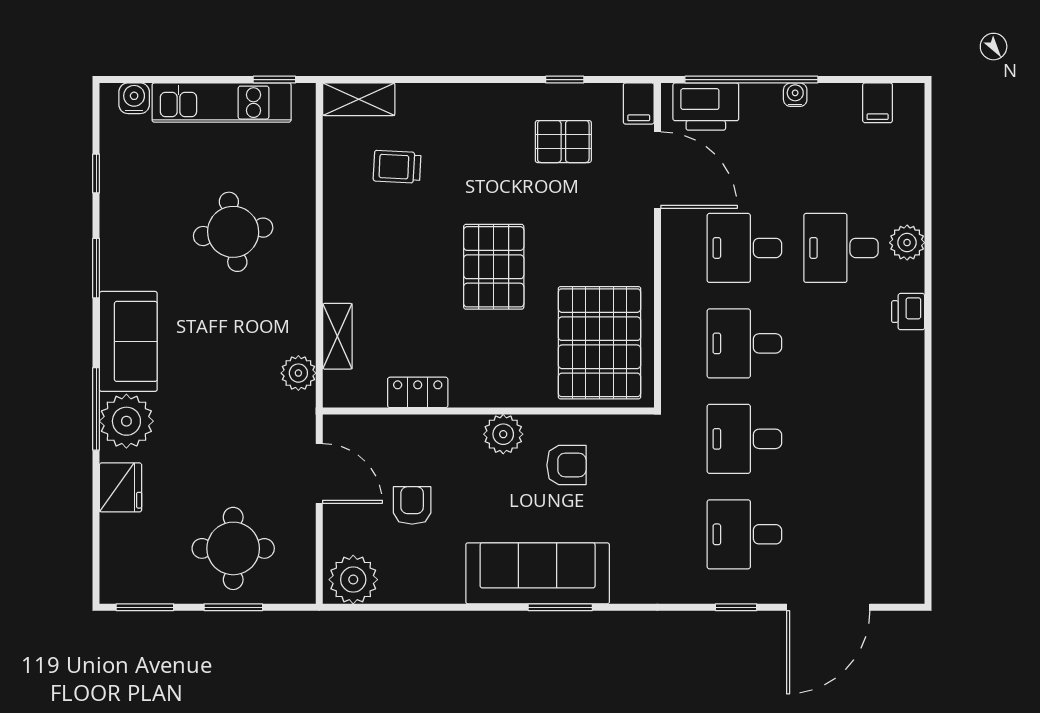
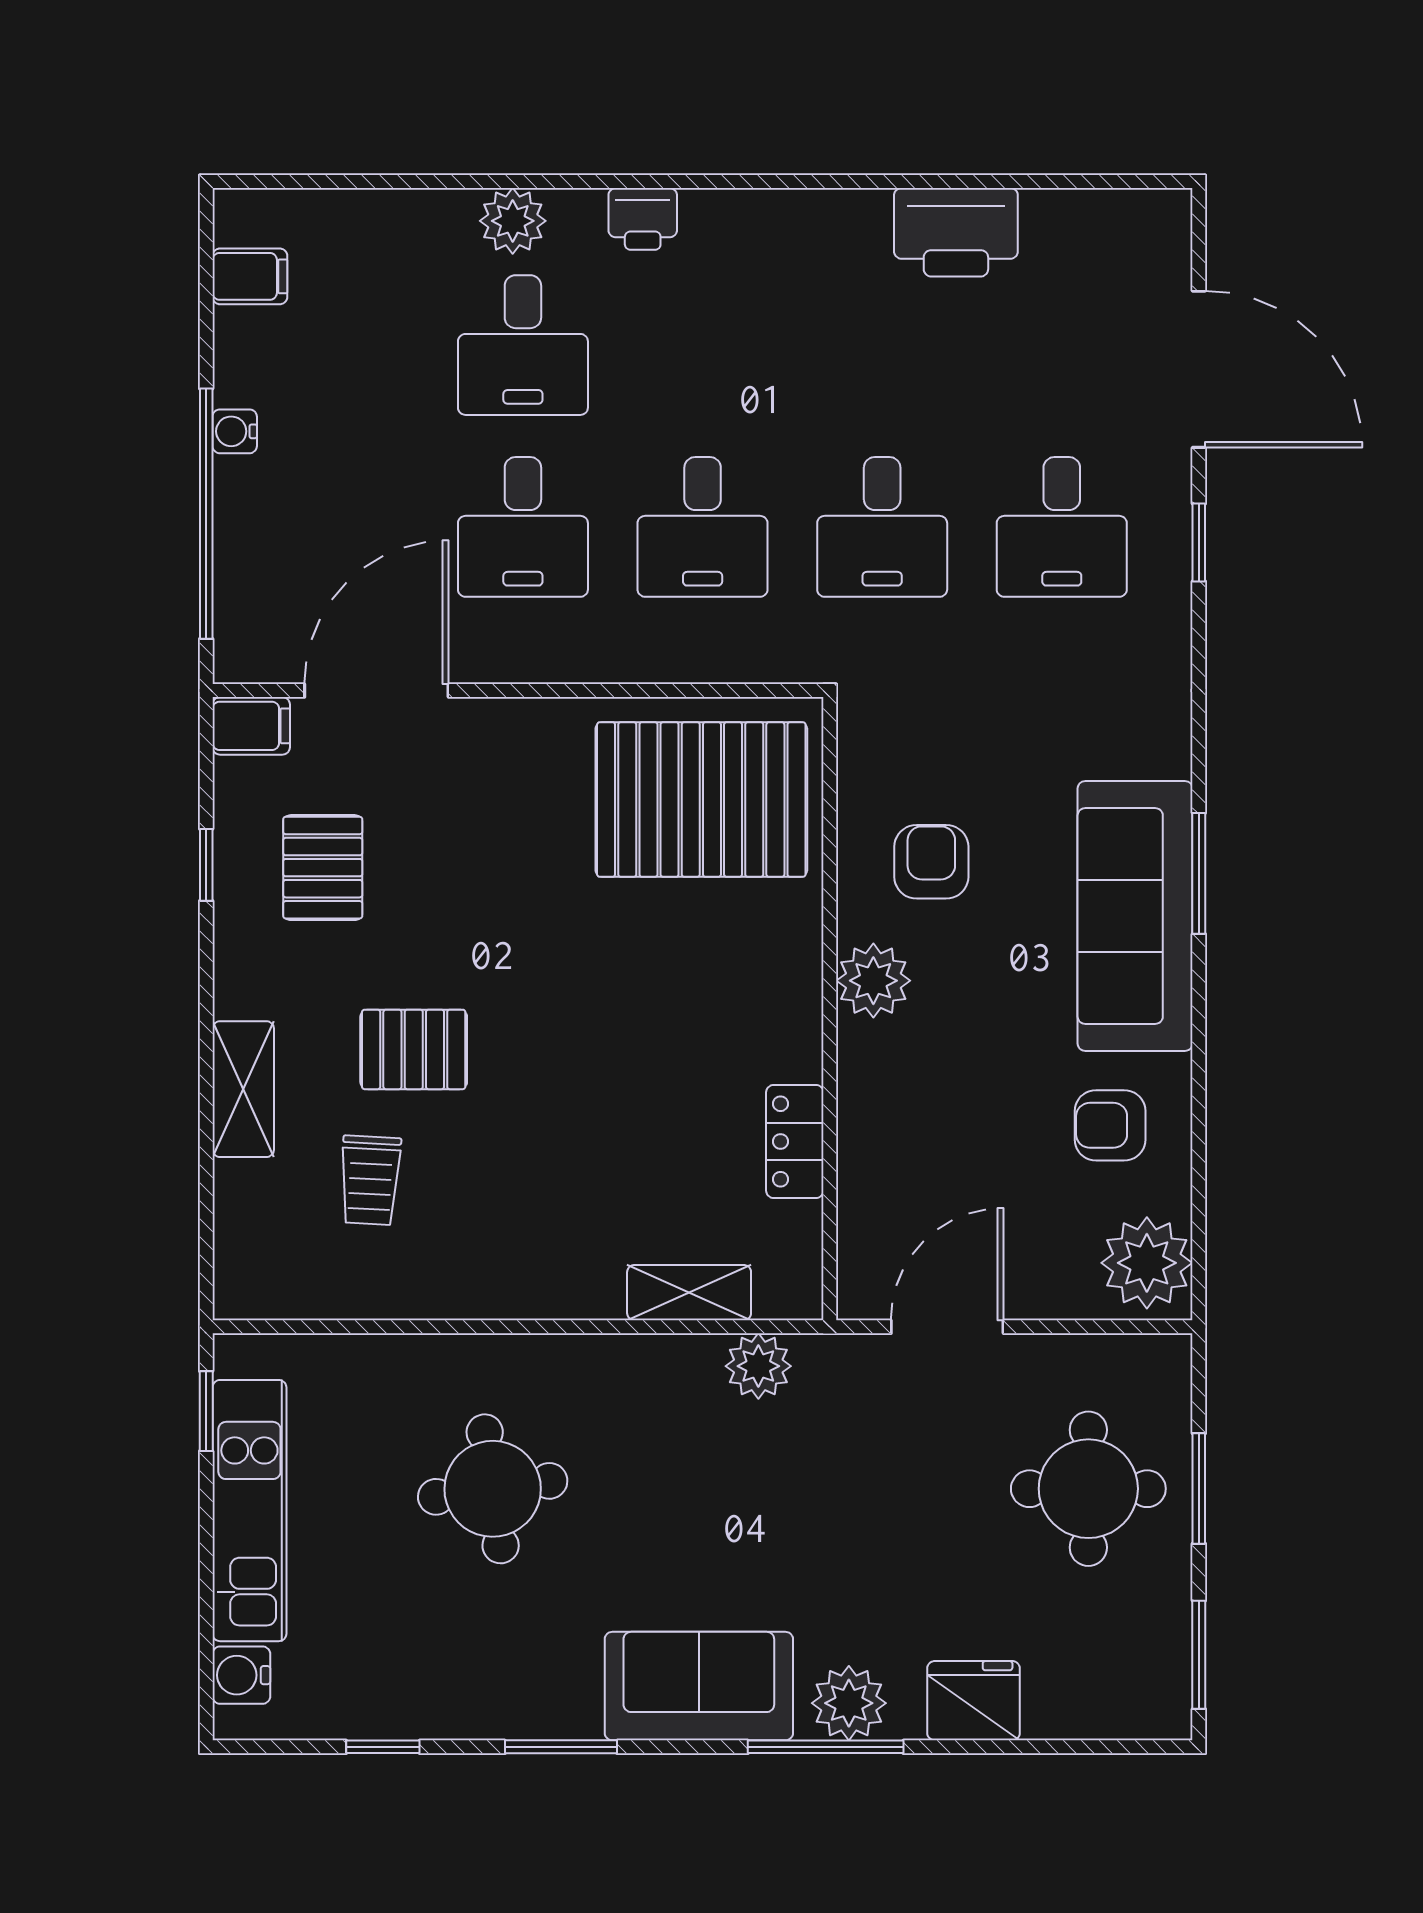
shelving: (359, 99) -> (243, 1089), moved
printer: (706, 107) -> (956, 232), moved, turned 90
pallet: (494, 267) -> (414, 1049), moved, width x0.67, depth x0.71
plant: (126, 421) -> (849, 1703), width x0.73, depth x0.73
armchair: (412, 505) -> (1110, 1125), moved

